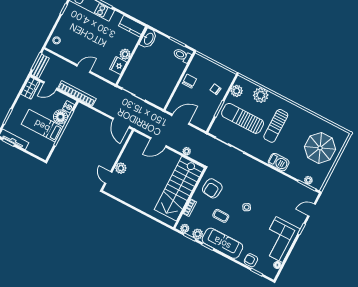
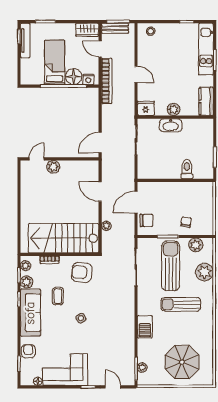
washbasin: (148, 39) -> (171, 125), moved
toilet: (182, 55) -> (187, 169), moved
fridge: (118, 66) -> (146, 108), moved
chair: (189, 81) -> (146, 220), moved
door: (181, 119) -> (136, 202), swing flipped

